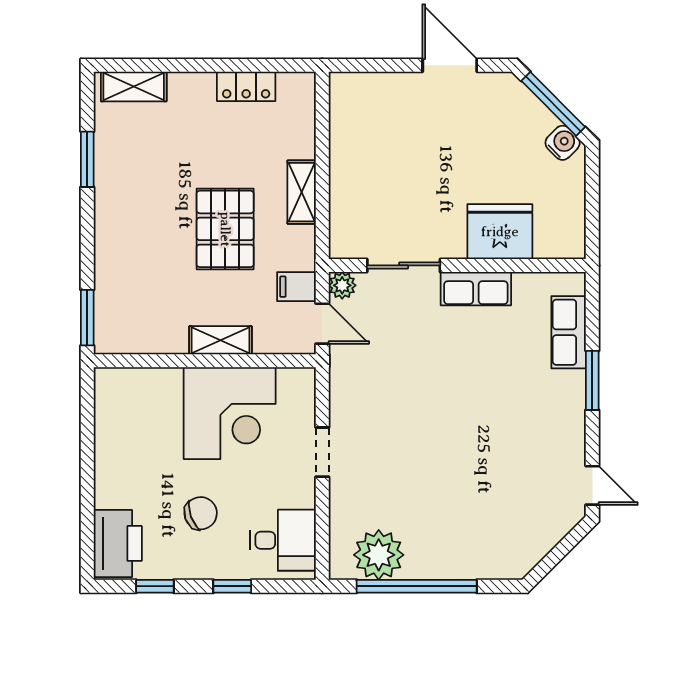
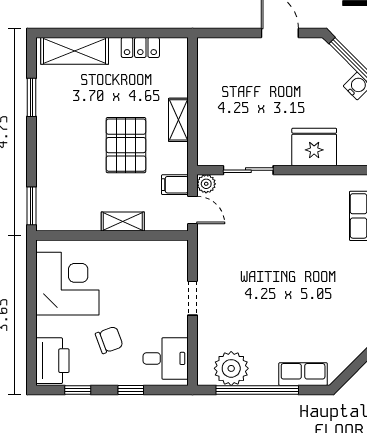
shelving: (134, 87) -> (75, 51), width x1.50, depth x1.33
row of seats: (476, 289) -> (303, 374), moved, turned 180
corner desk: (230, 413) -> (67, 284), moved, turned -90

